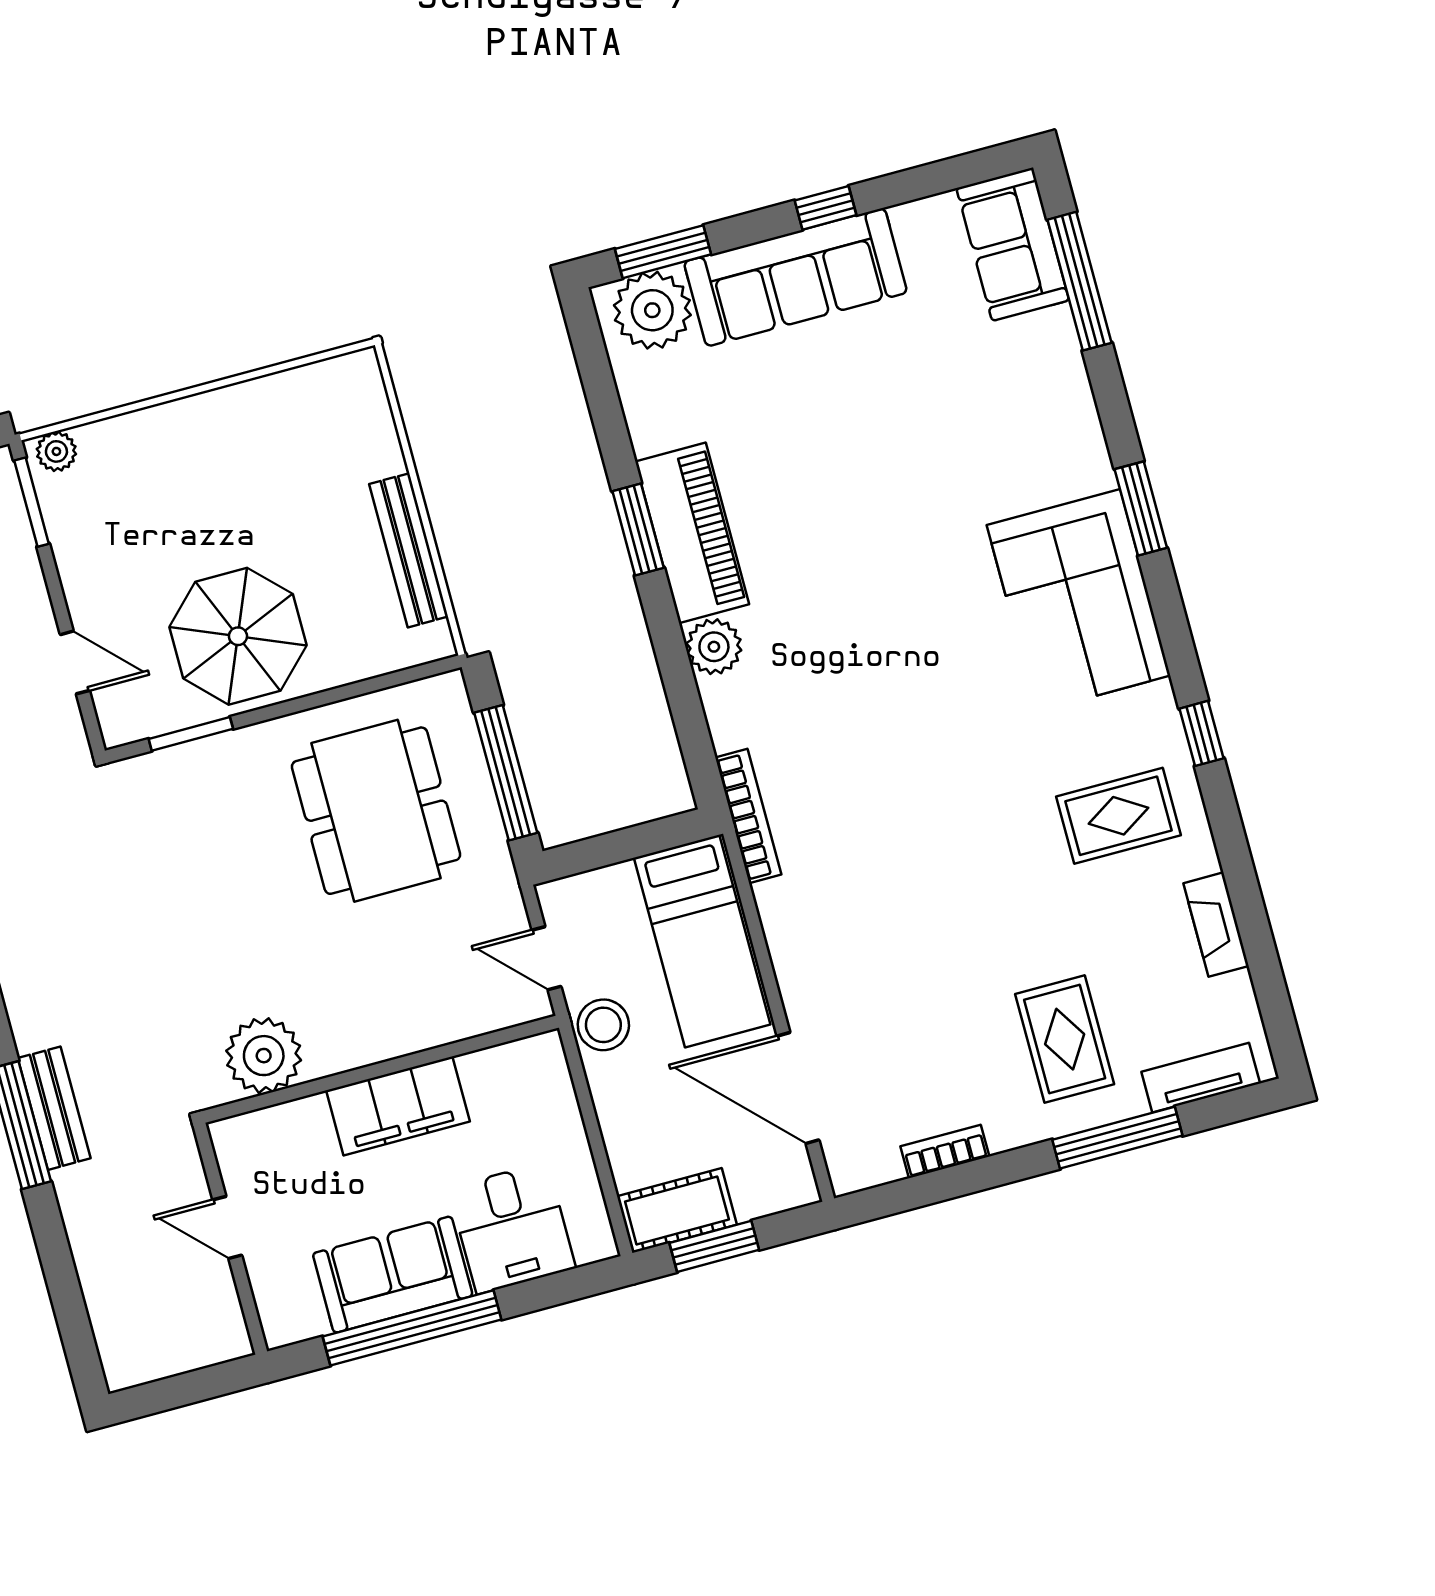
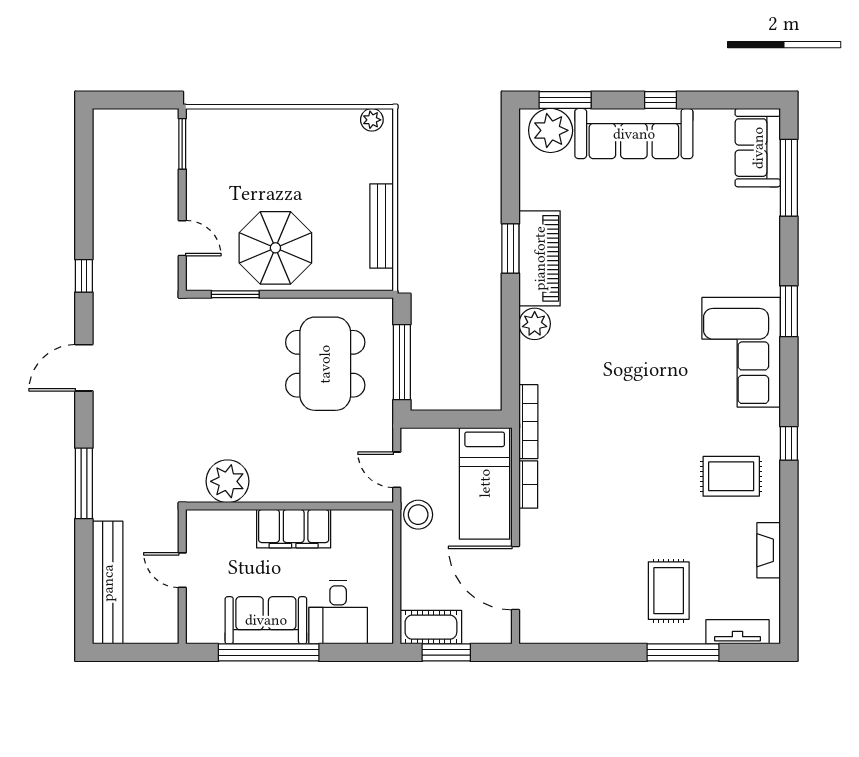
plant: (56, 451) -> (372, 120), moved
bench: (54, 1108) -> (108, 583), moved, width x1.86, depth x1.21
bookcase: (945, 1151) -> (528, 485), moved, turned 90

